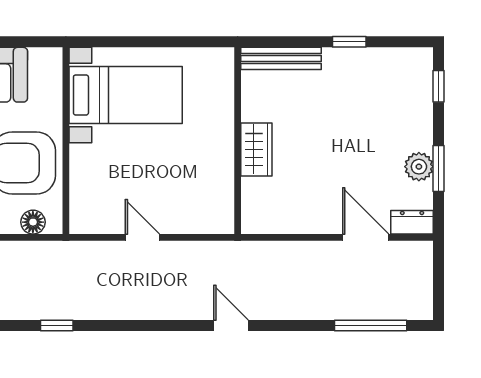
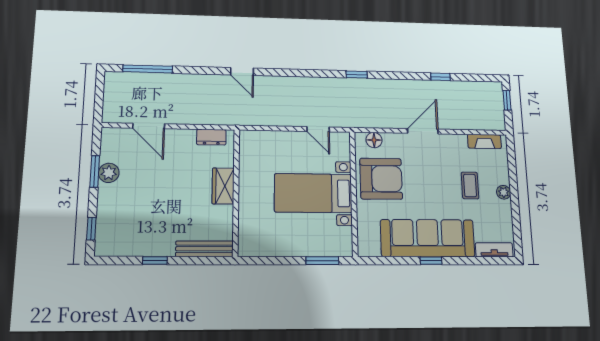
window: (114, 42) -> (322, 261), added
bed with nightstands: (126, 95) -> (313, 193), moved
dresser: (412, 222) -> (211, 137), moved
door: (142, 237) -> (318, 129), moved

